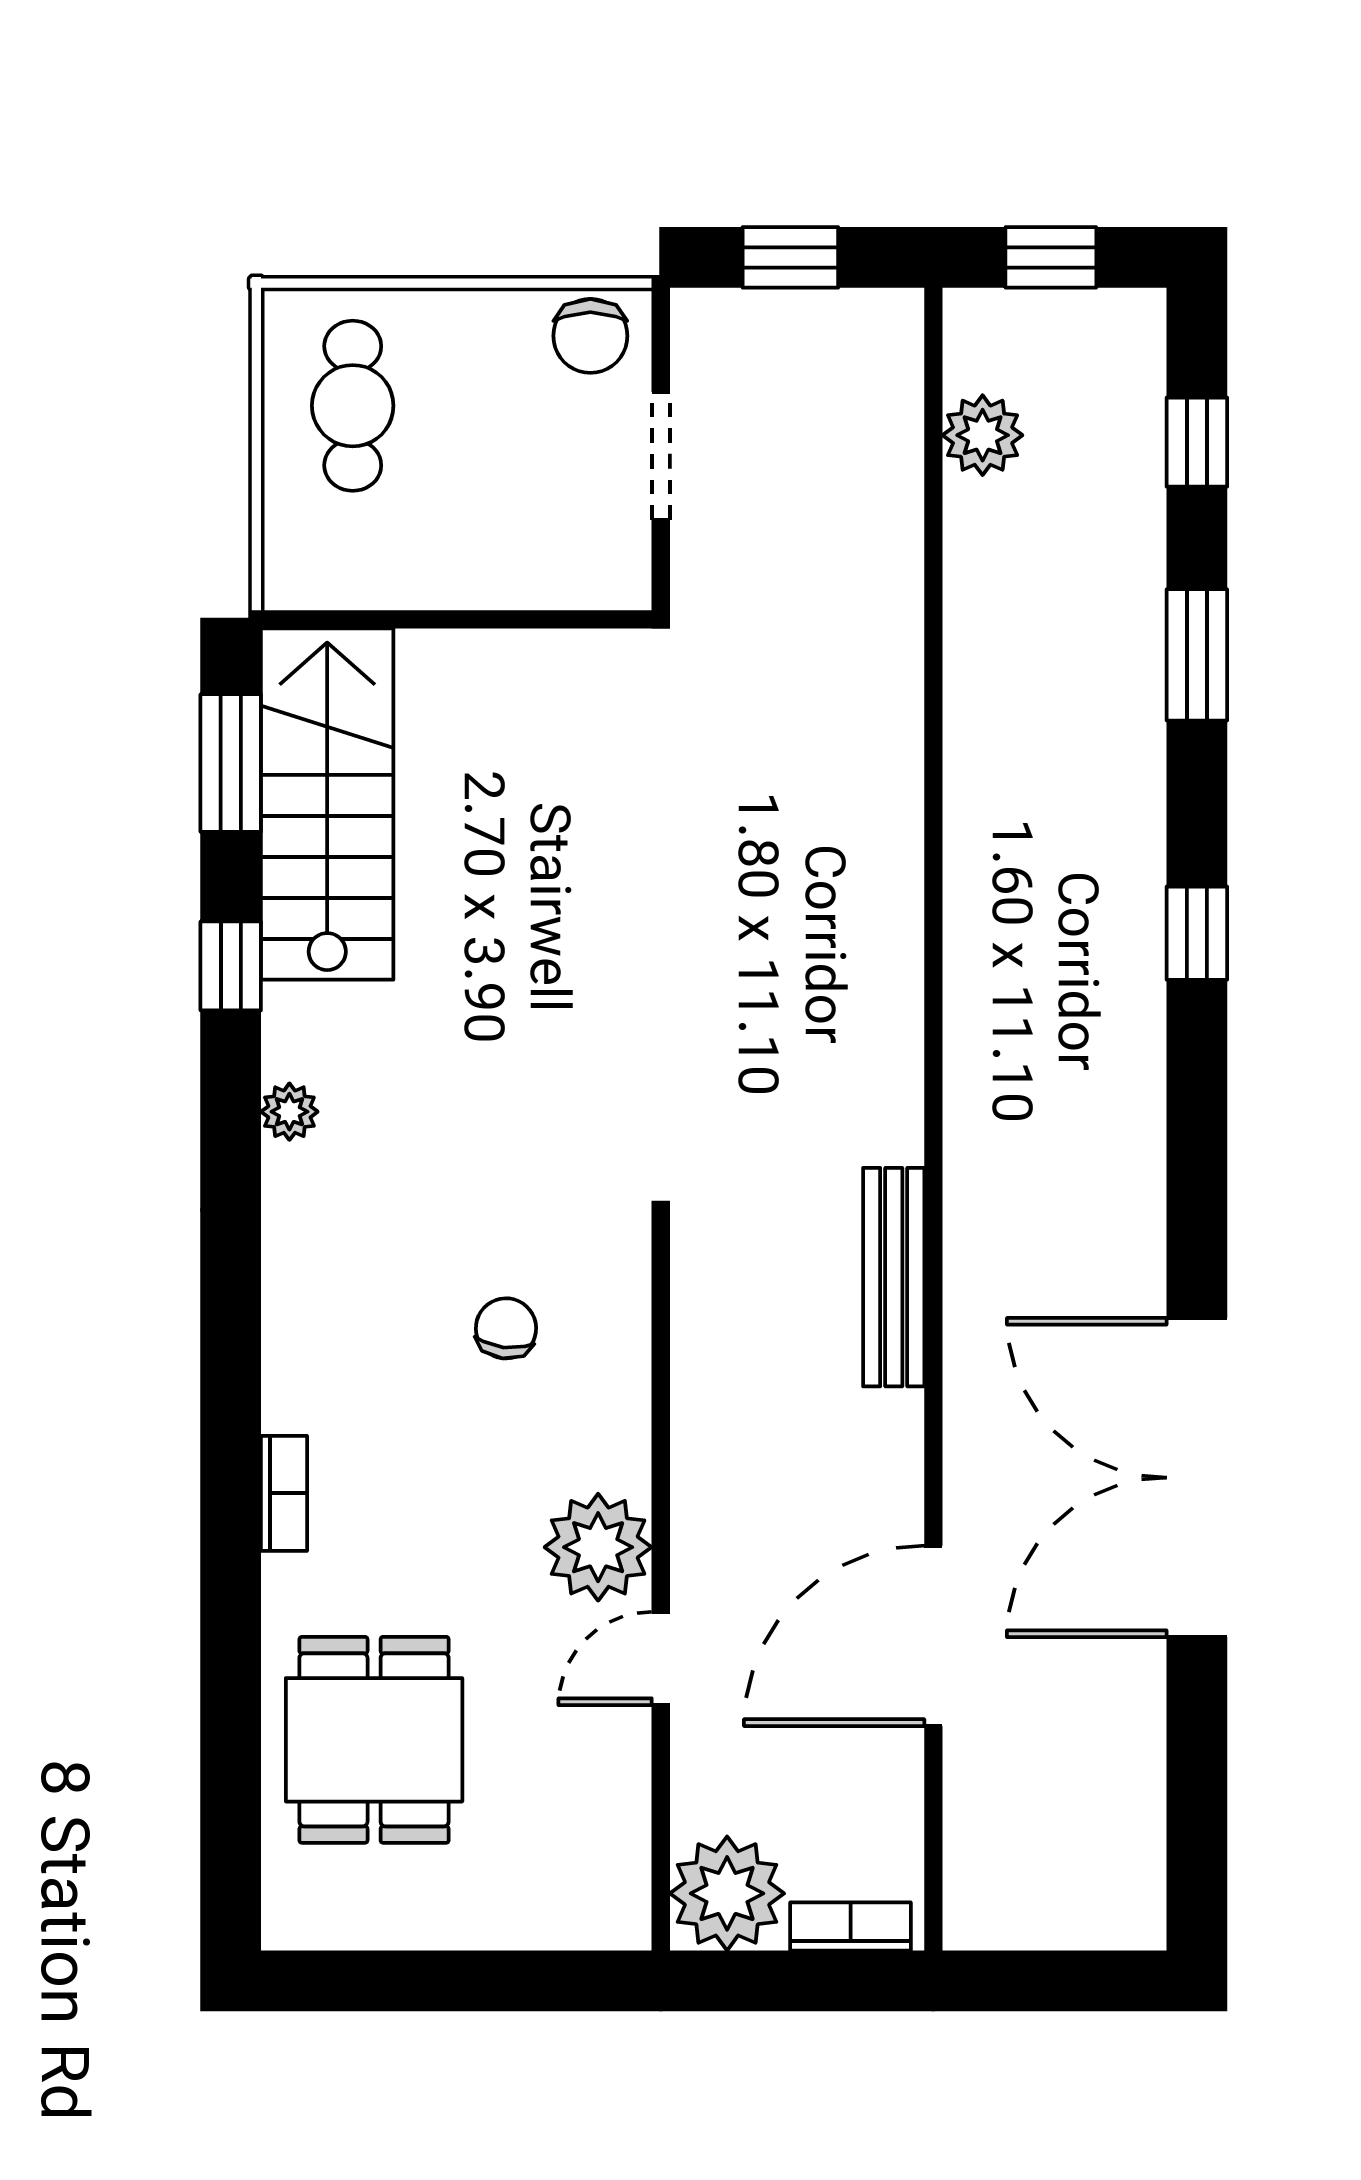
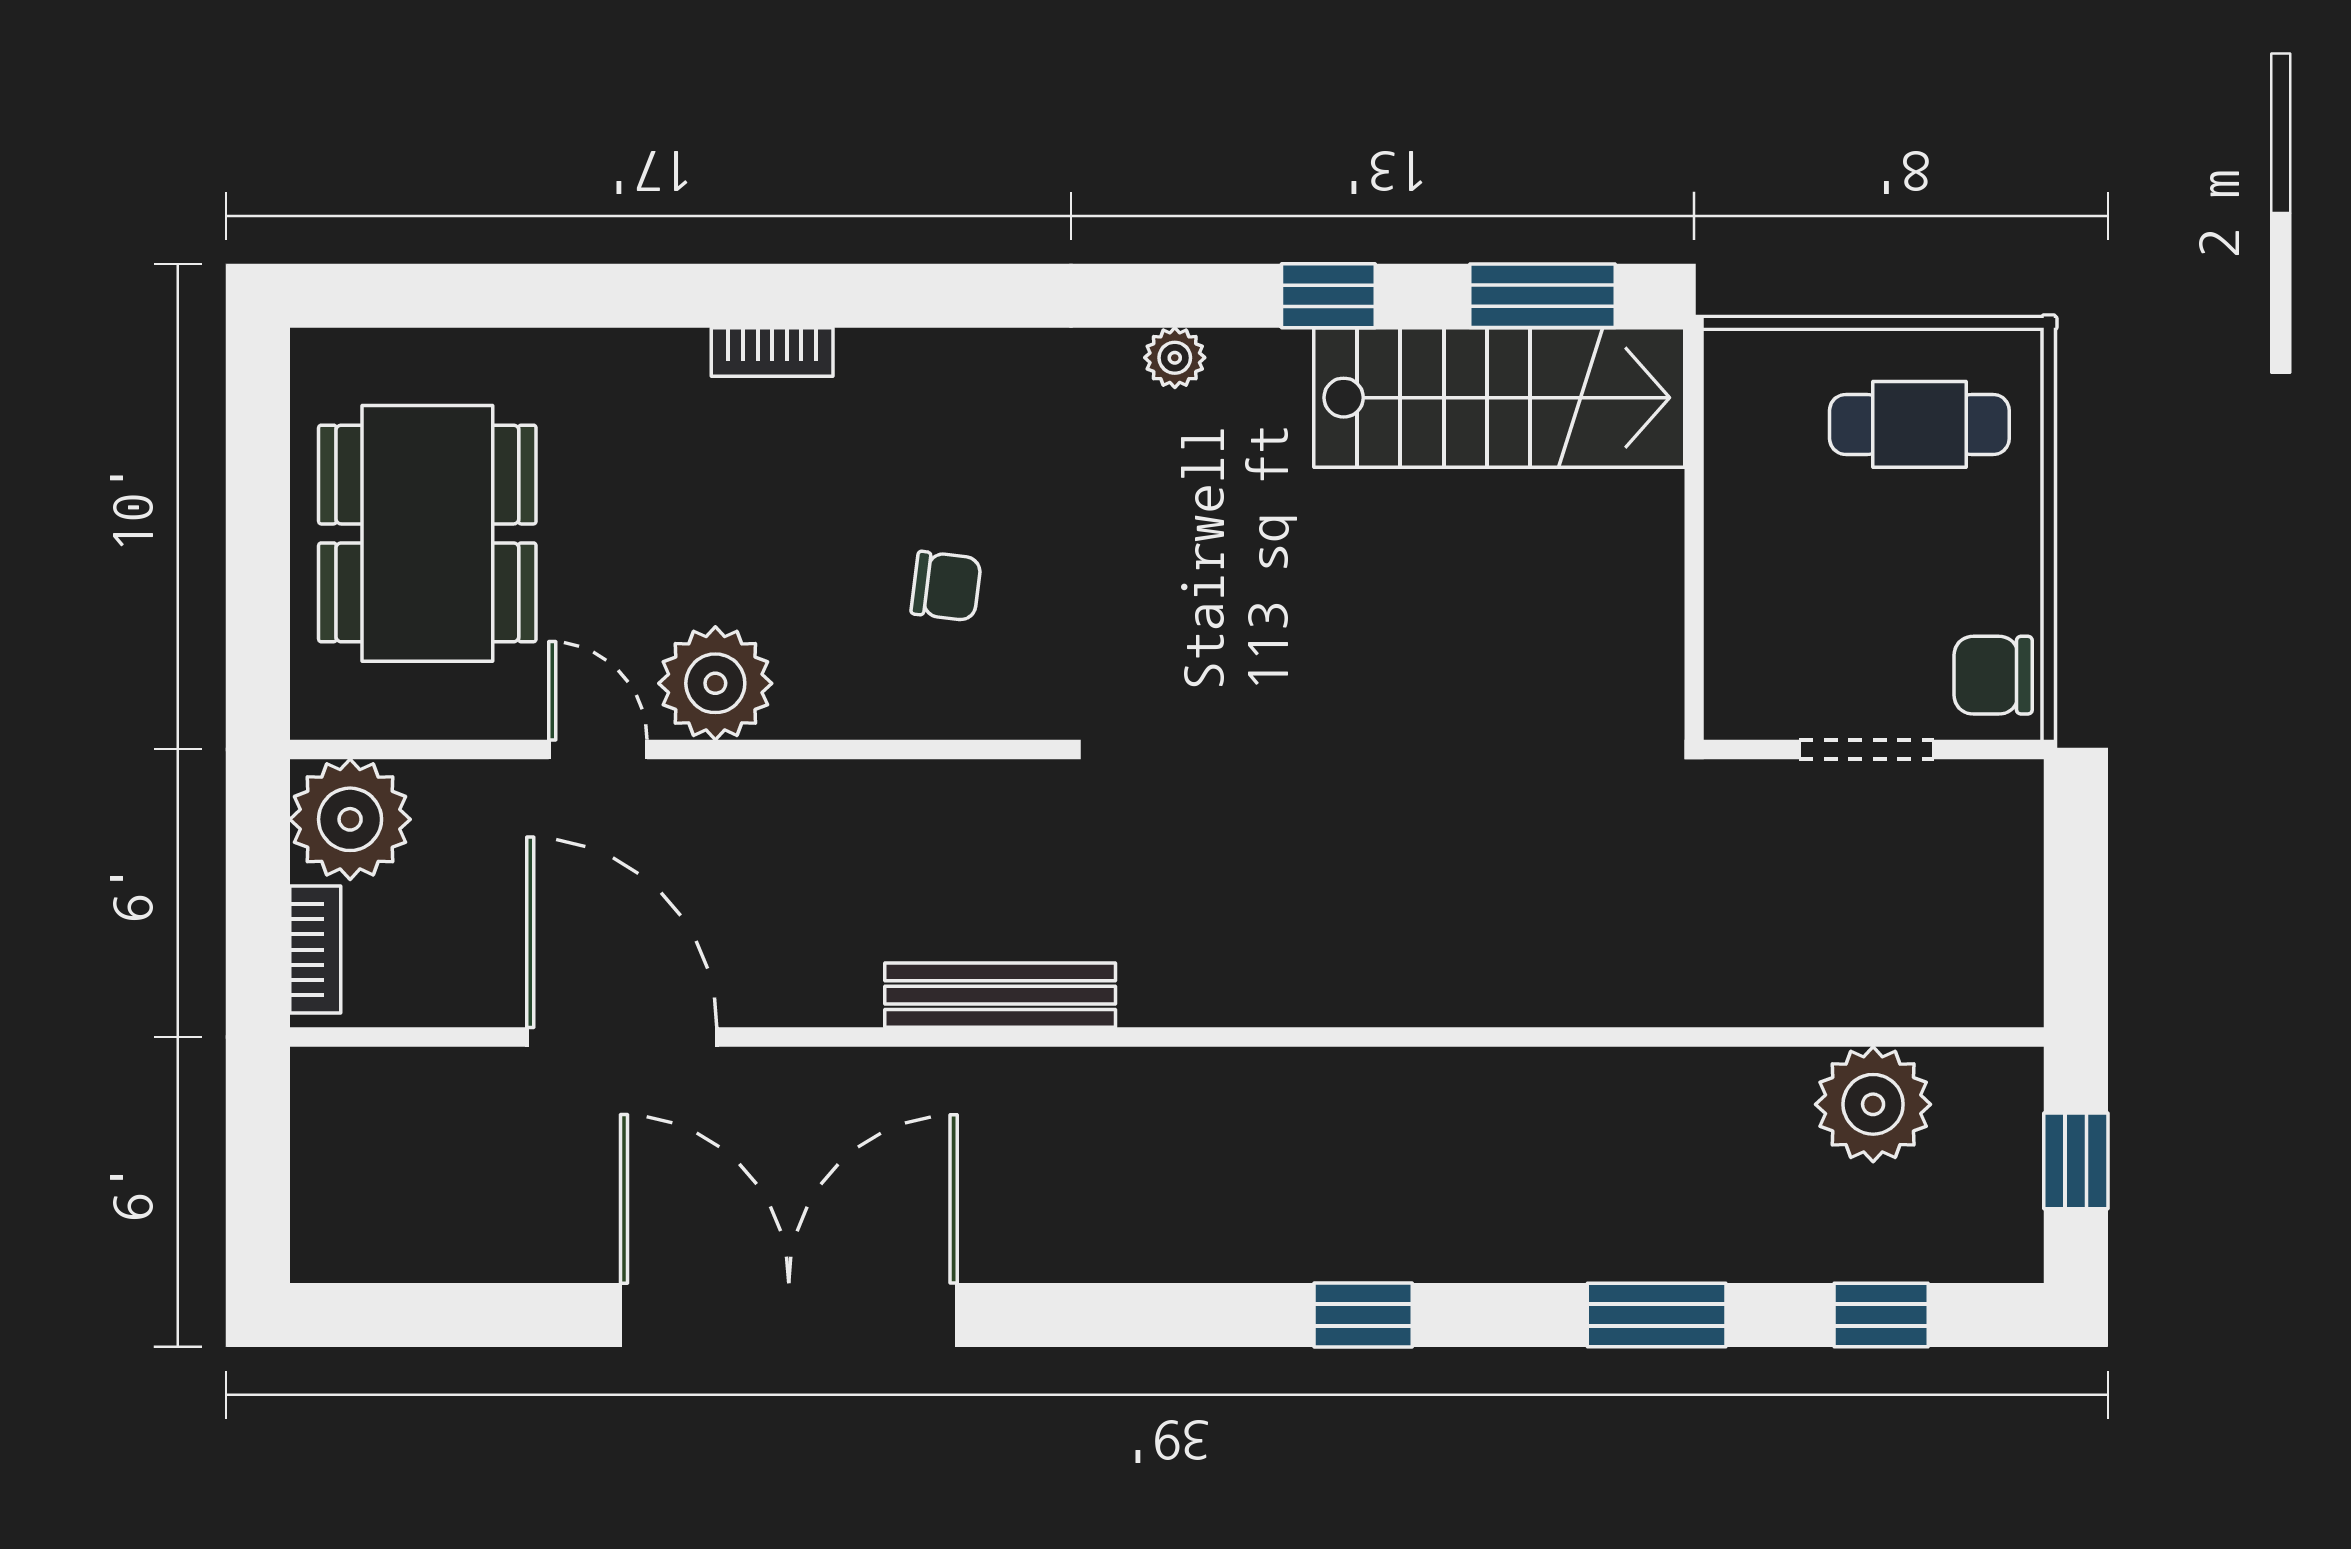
window: (790, 257) -> (2076, 886), removed
plant: (983, 435) -> (1873, 1104), width x1.36, depth x1.36
dining table: (374, 1740) -> (427, 533), moved, width x1.38

